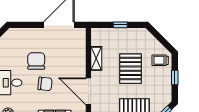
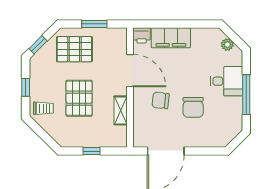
chair: (45, 84) -> (161, 100), moved

